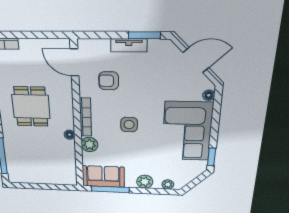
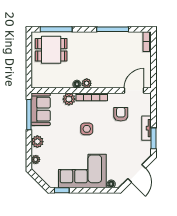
dining table: (31, 107) -> (51, 50), moved
plant: (68, 123) -> (87, 83), added

